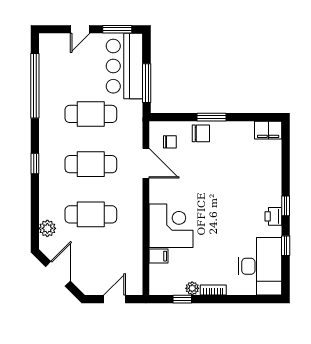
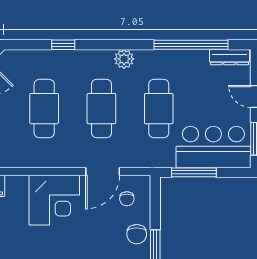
dresser: (46, 52) -> (230, 57), added
window: (35, 163) -> (63, 45), moved
corner desk: (171, 226) -> (54, 200), moved
plant: (47, 228) -> (124, 59), moved

